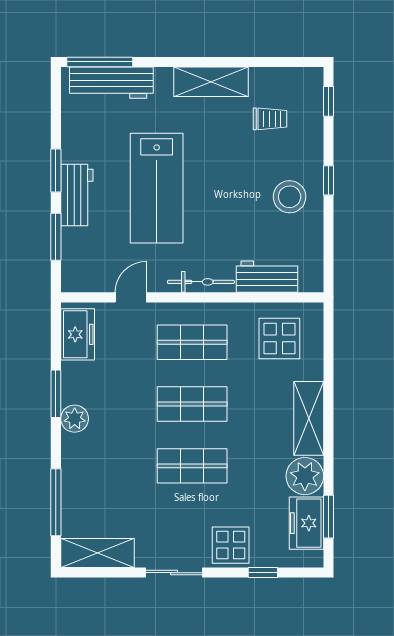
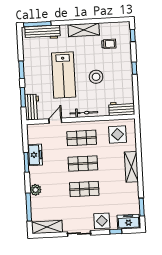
workbench: (77, 195) -> (32, 107), moved
stool: (290, 197) -> (96, 77), moved
workbench: (267, 277) -> (122, 109), moved
freezer: (78, 334) -> (35, 155), moved
plant: (75, 419) -> (36, 190), moved
plant: (305, 476) -> (131, 191), removed
freezer: (306, 523) -> (128, 222), moved, turned 90

